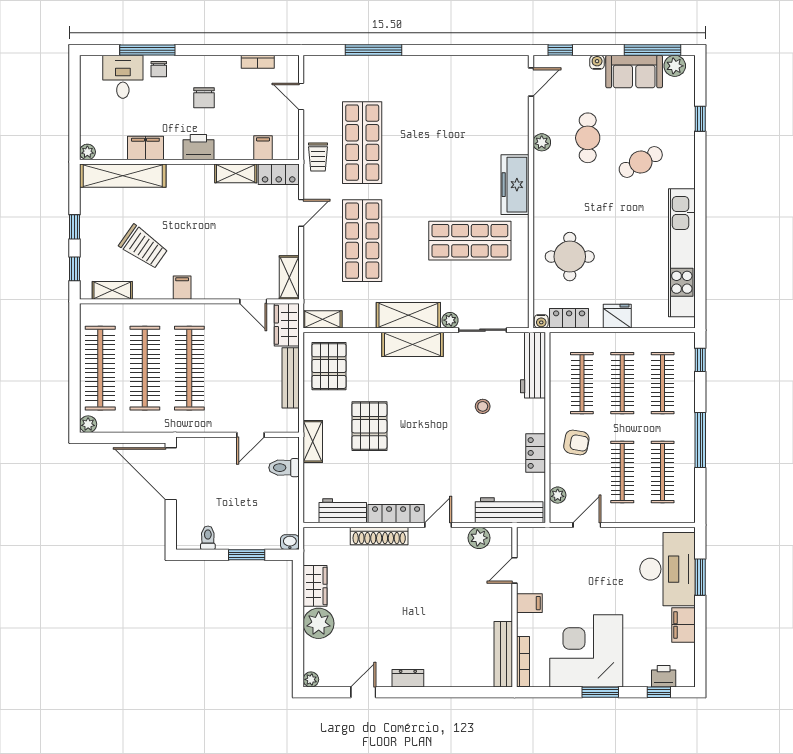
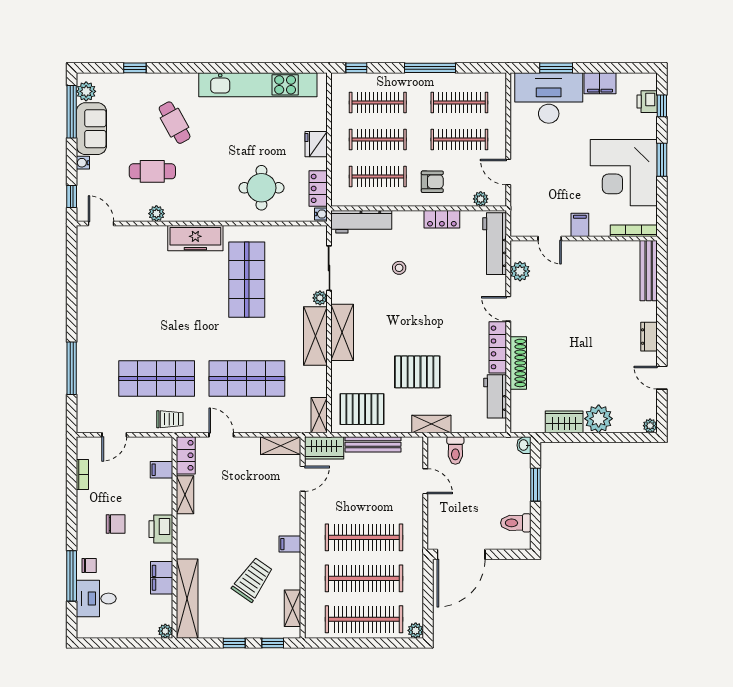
armchair: (576, 442) -> (432, 182), turned 80
toilet: (208, 538) -> (516, 523), width x1.37, depth x1.39
bench: (503, 654) -> (649, 271), moved, turned 90

